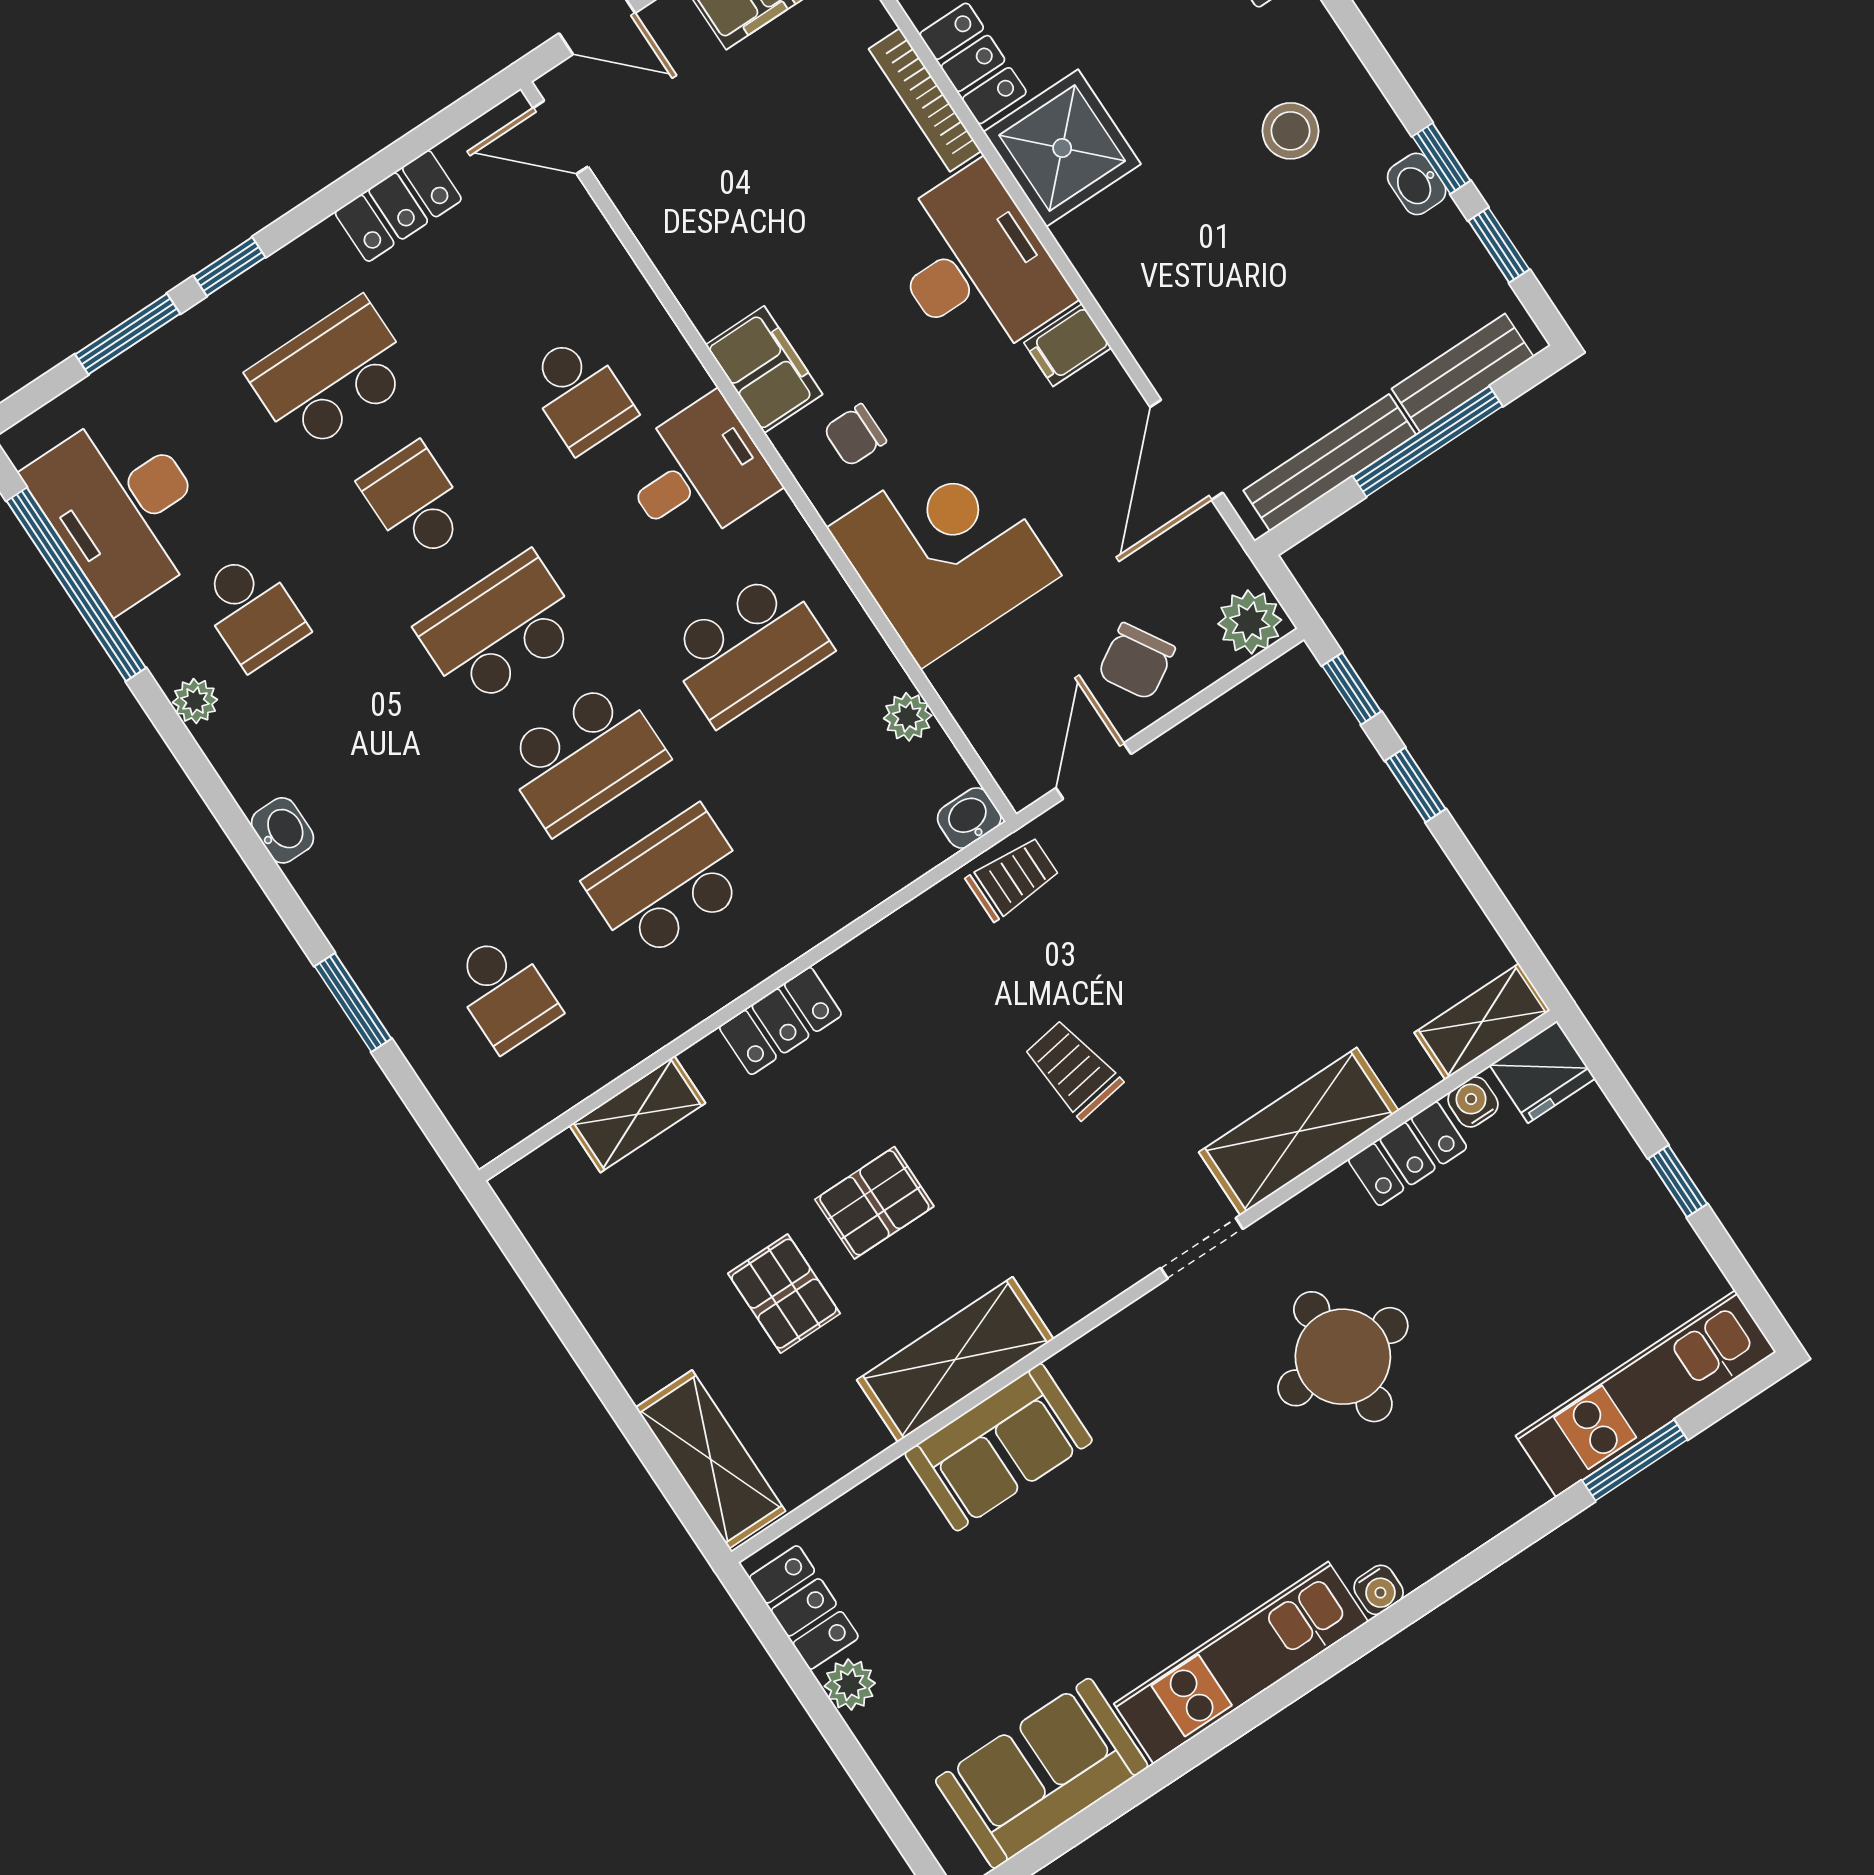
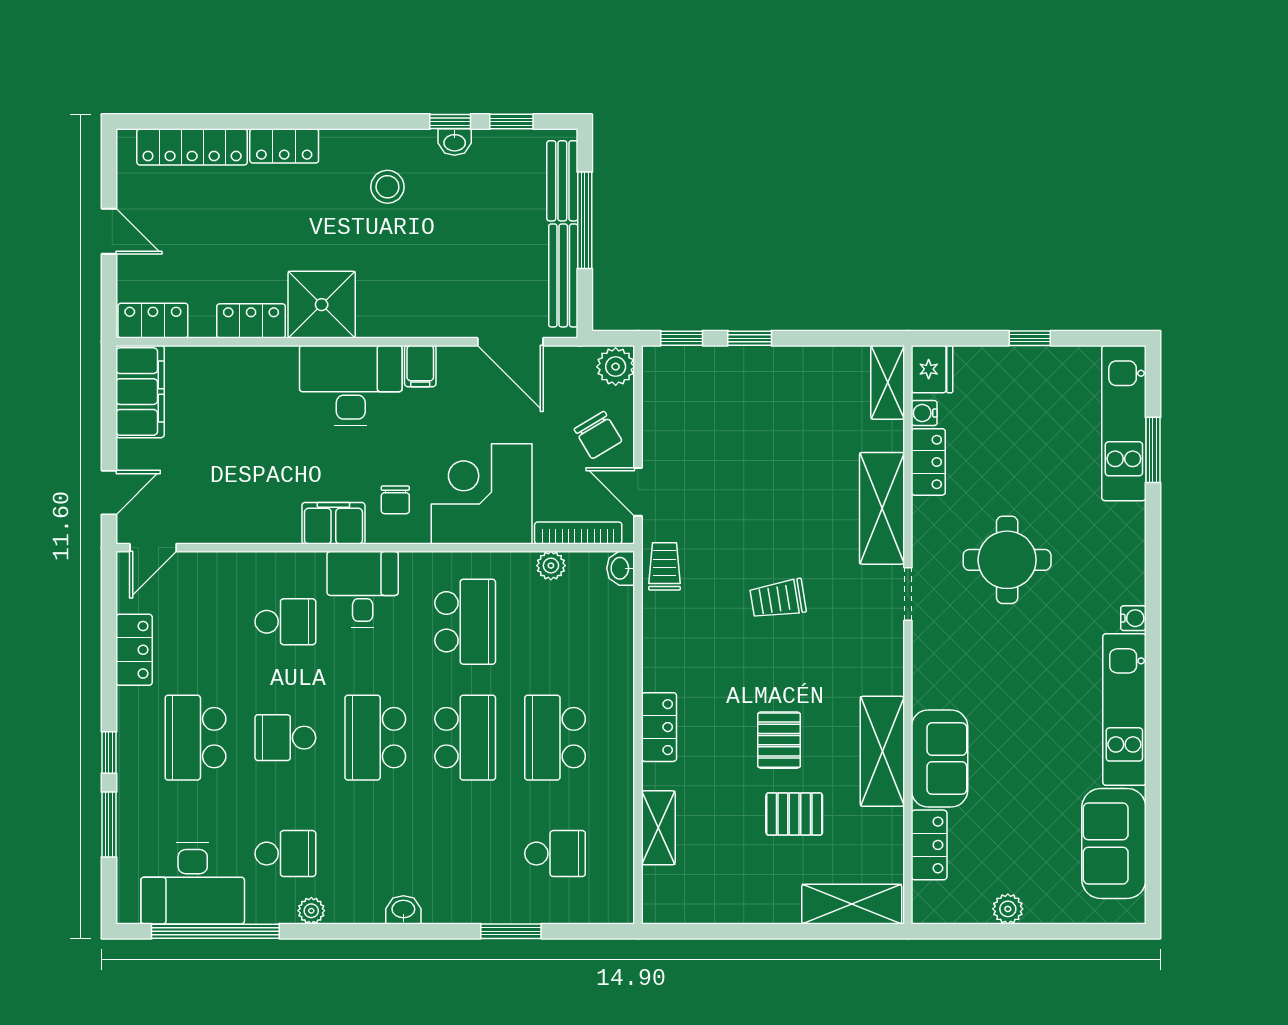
bookcase: (925, 100) -> (578, 533), moved, turned 180
locker: (804, 1607) -> (929, 845), moved, turned 90

